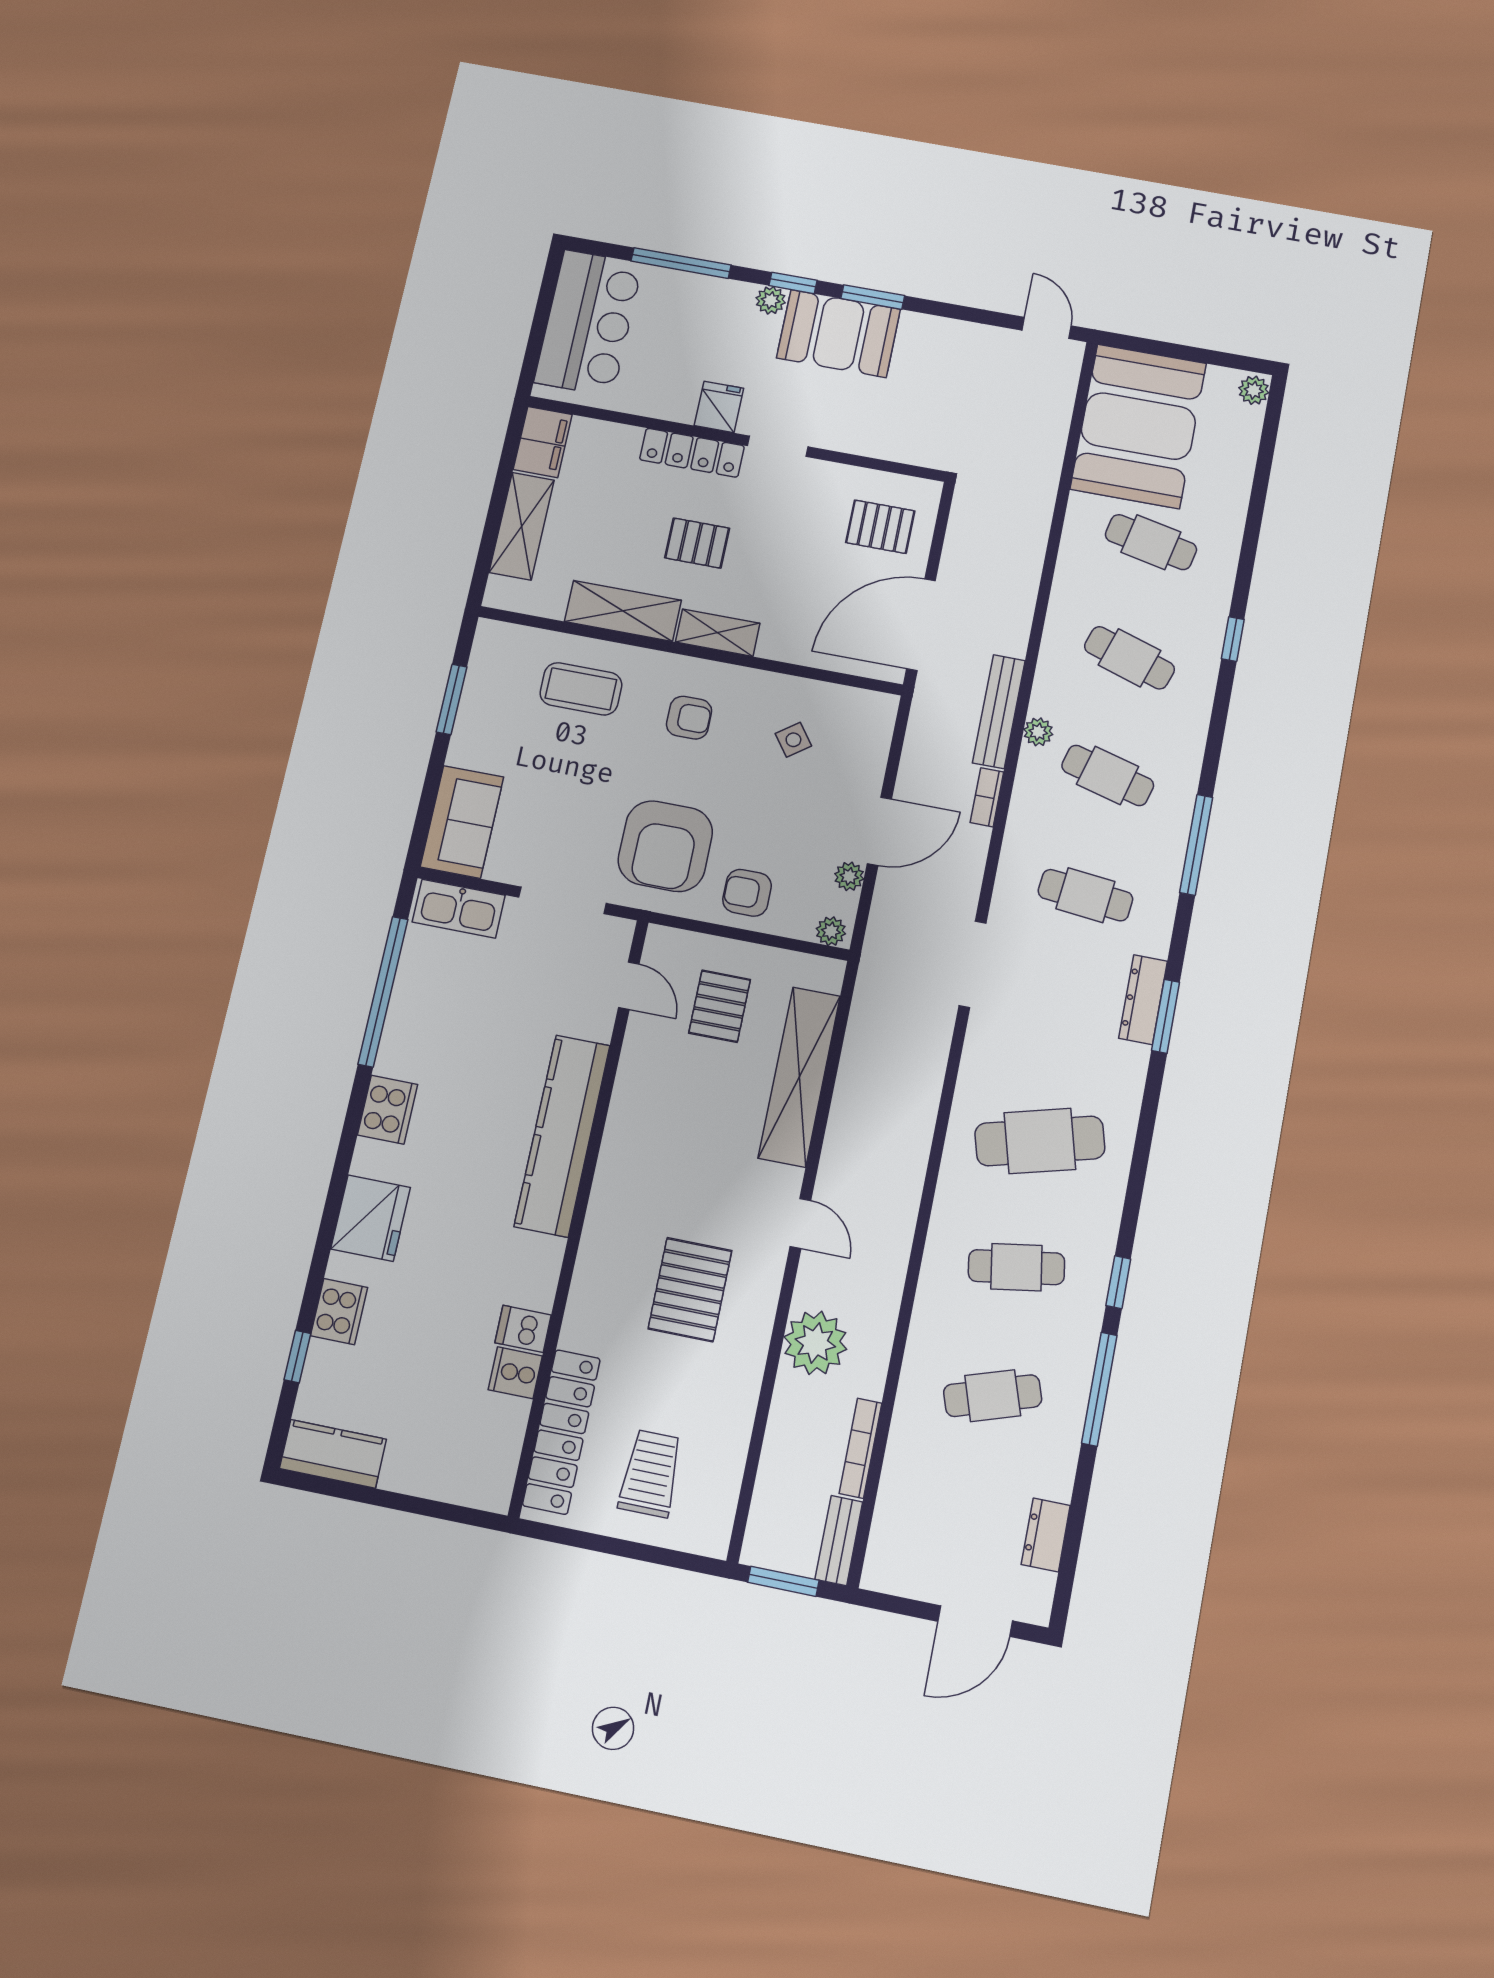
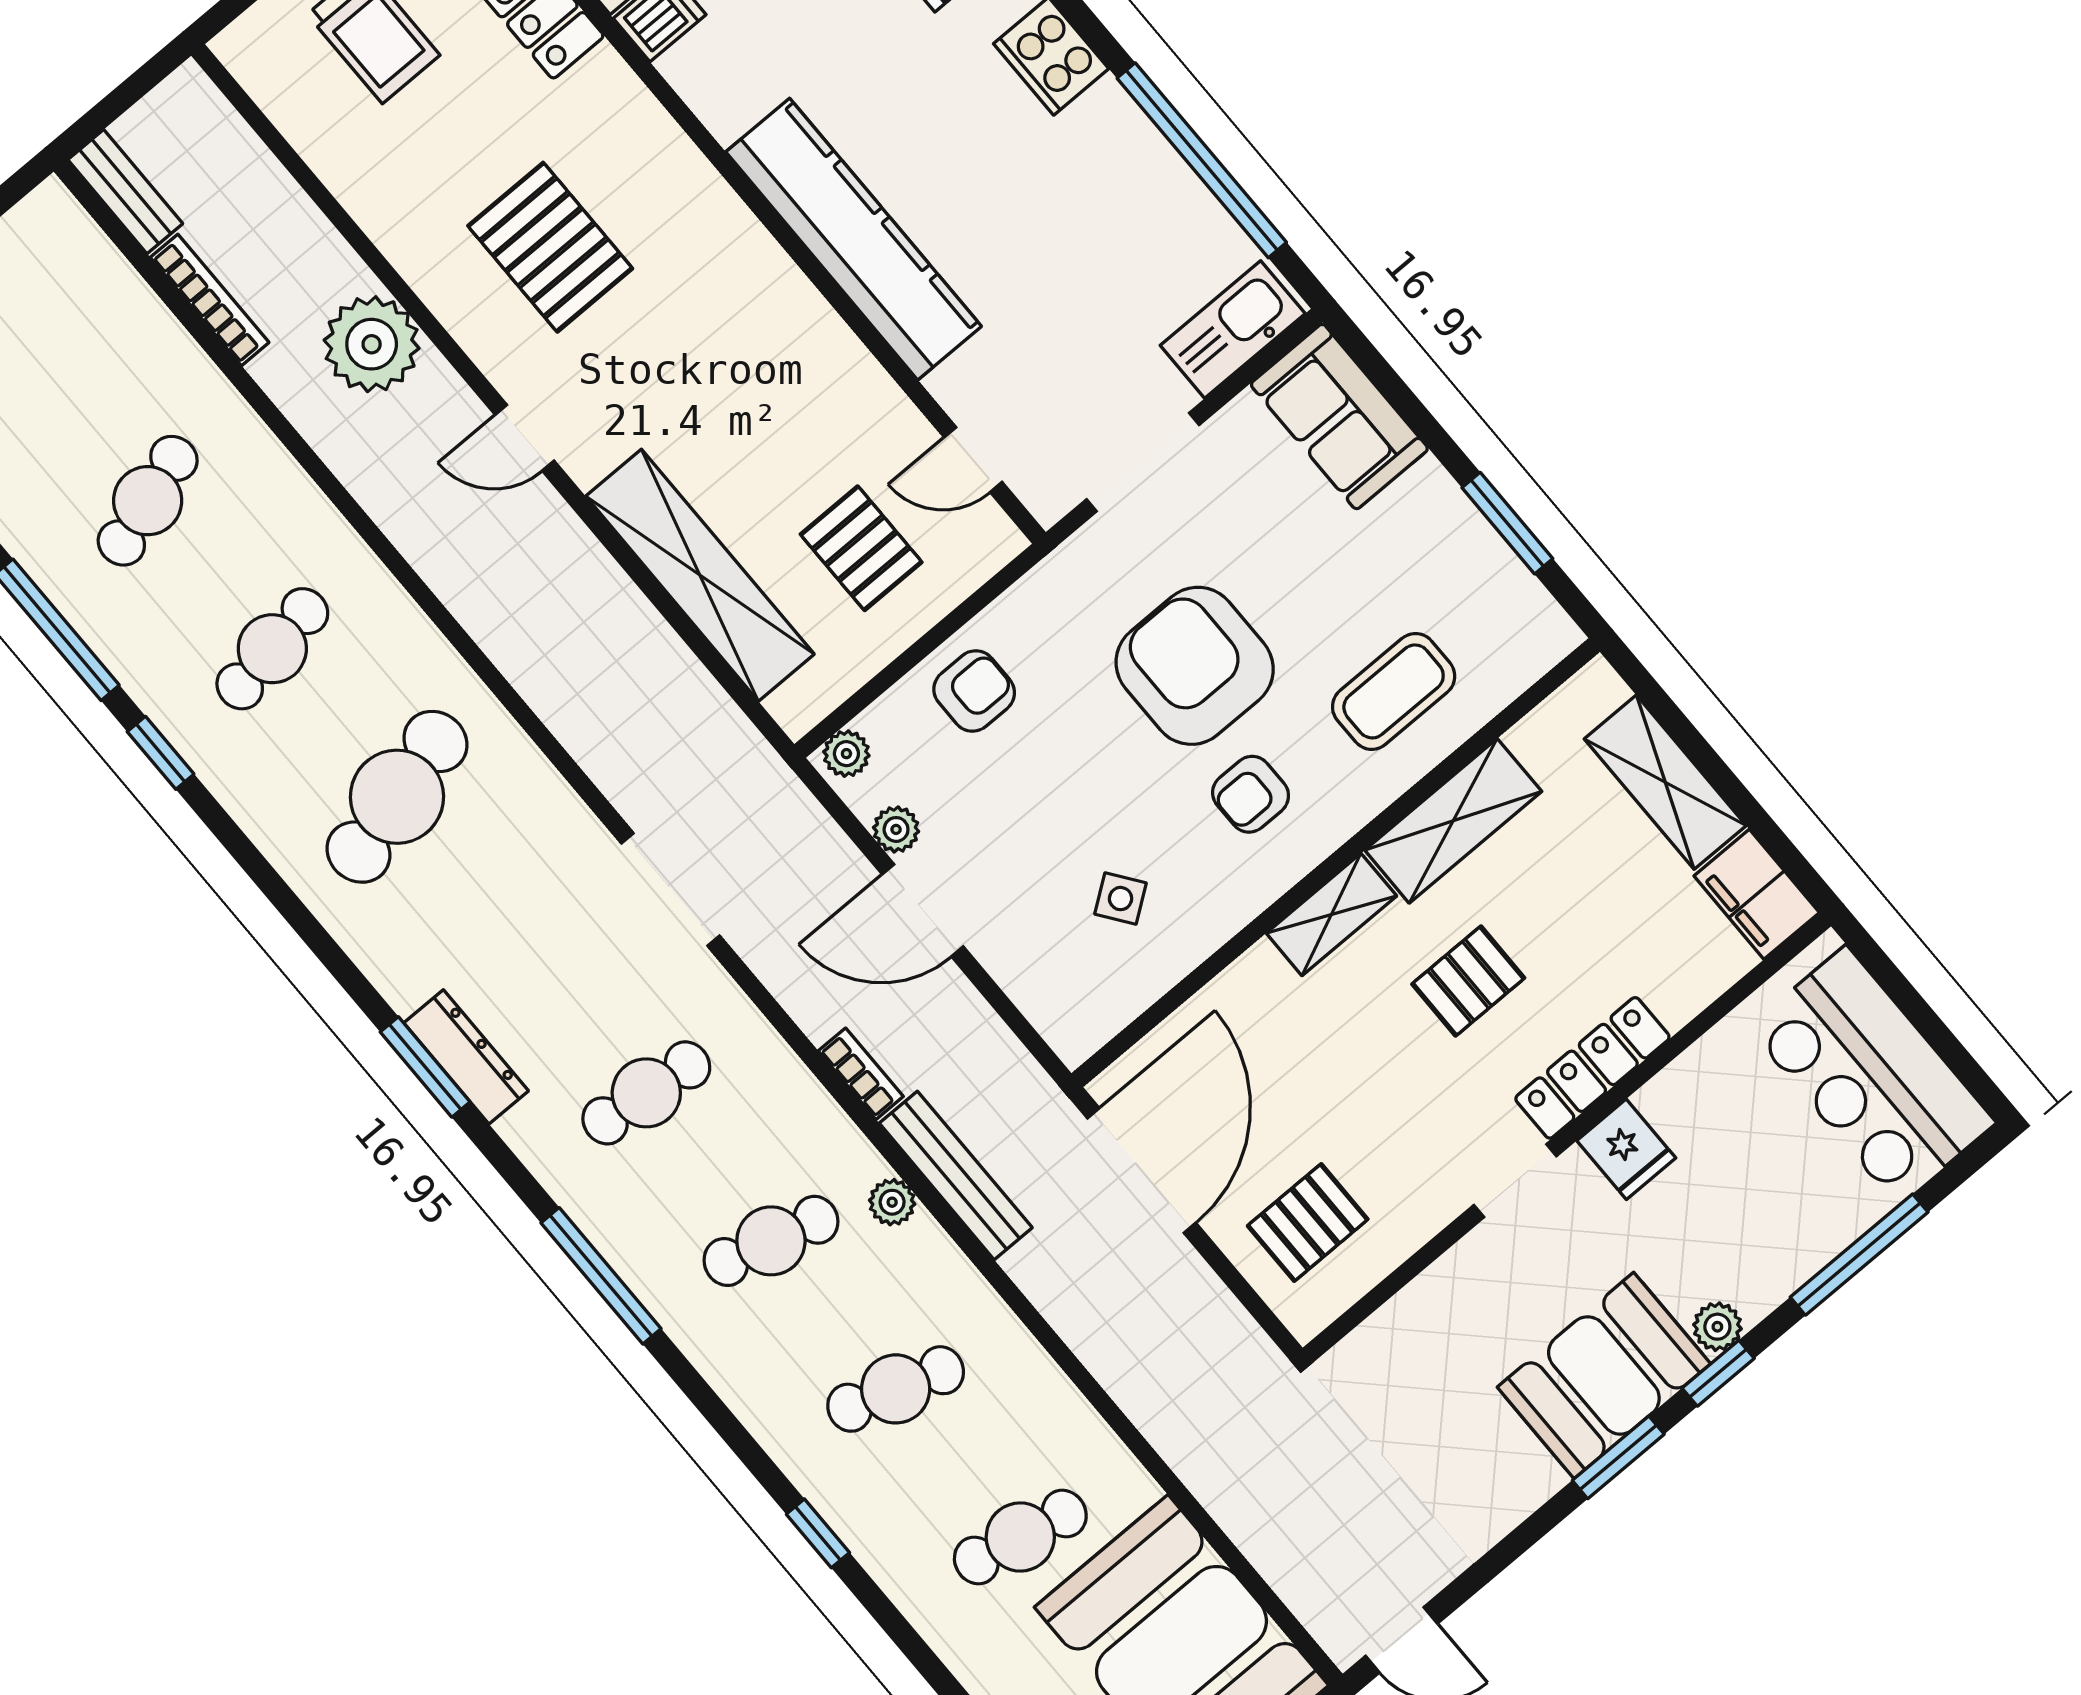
door: (879, 831) -> (923, 910), hinge flipped
armchair: (665, 846) -> (1195, 666), moved
window: (783, 1581) -> (130, 91), removed

